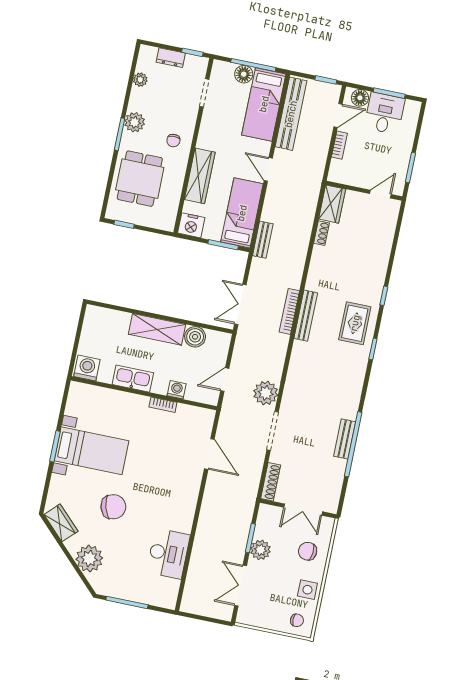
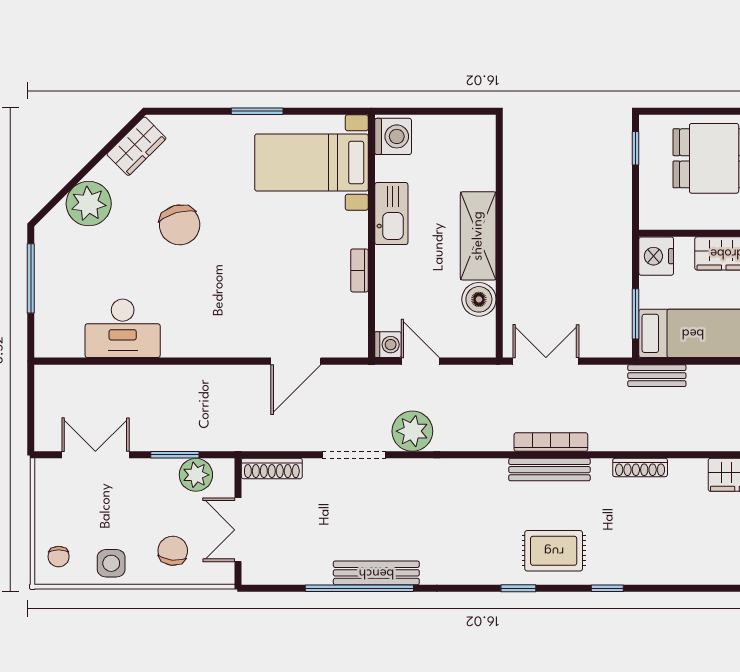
shoe rack: (321, 233) -> (640, 467), moved, width x1.43
washing machine: (177, 390) -> (388, 345), moved
bench: (345, 439) -> (376, 573), width x1.36
bed with nightstands: (91, 451) -> (311, 163), moved, turned 90
plant: (260, 550) -> (196, 475), moved

